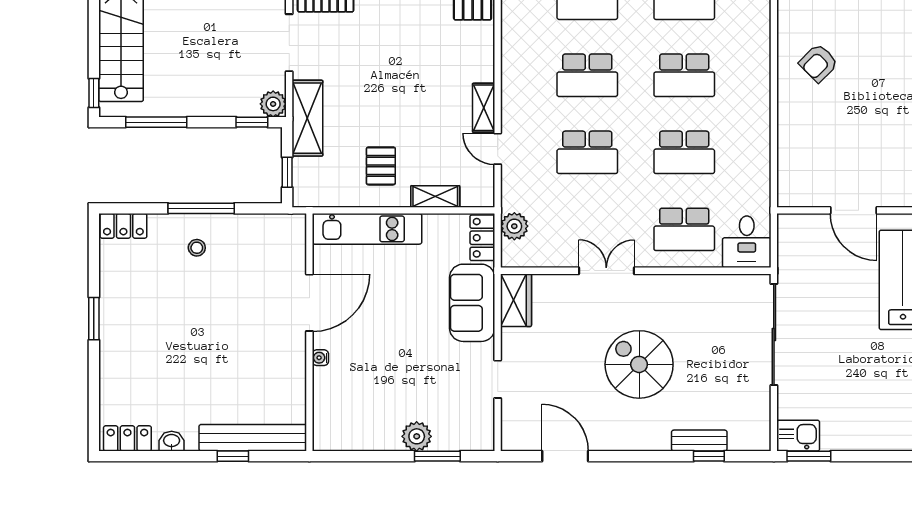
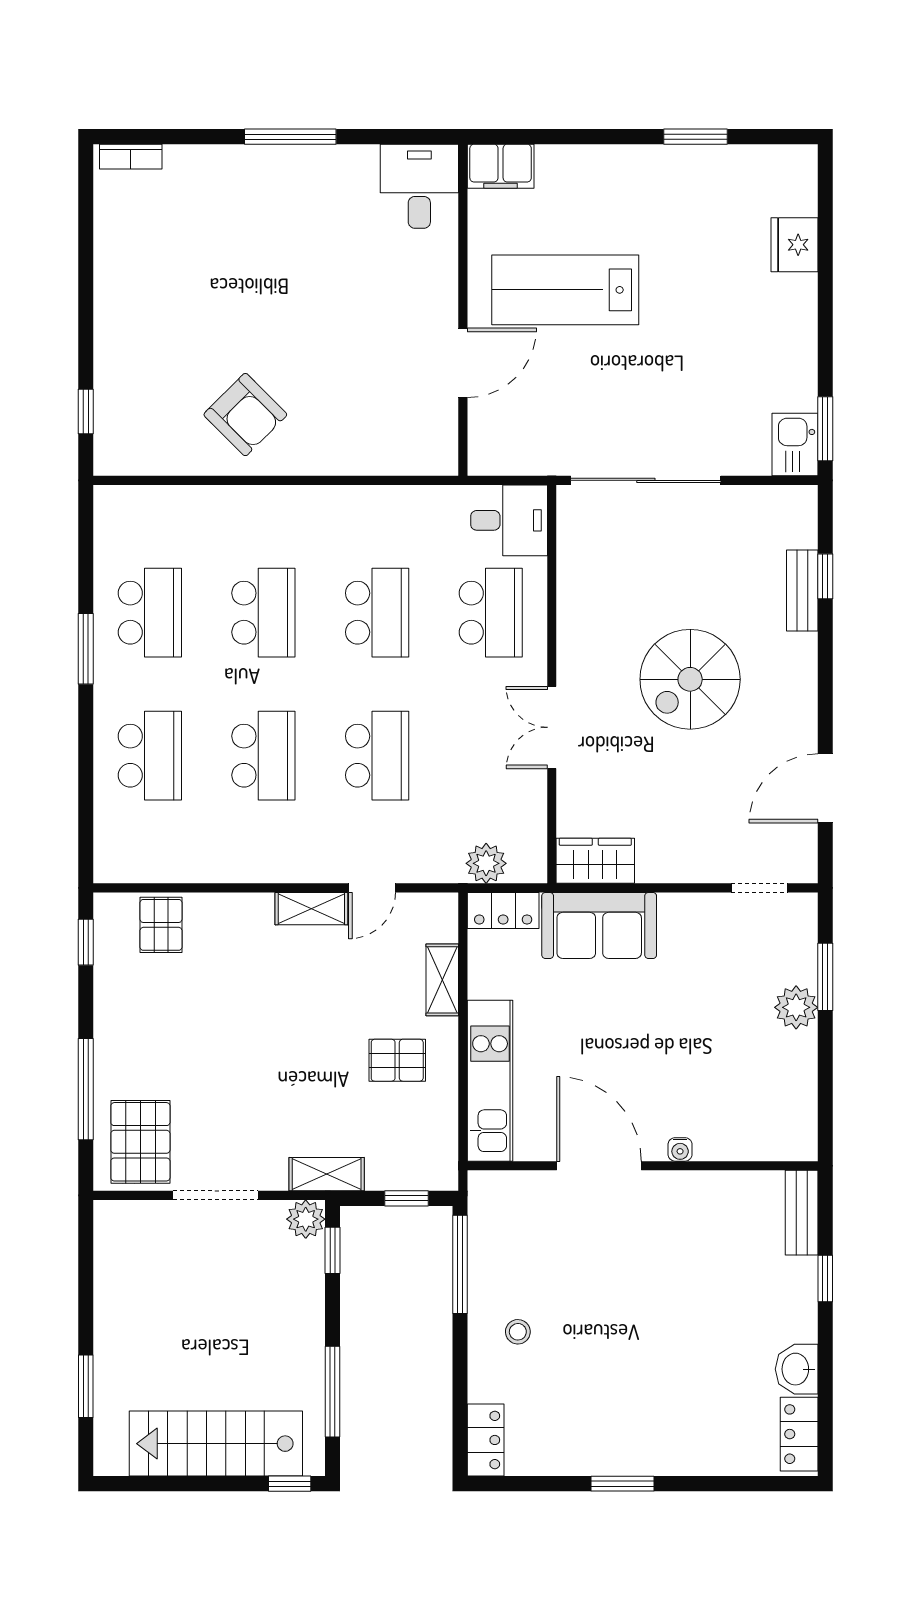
armchair: (818, 63) -> (245, 415), width x1.38, depth x1.38
shelving: (307, 118) -> (327, 1174), width x0.67, depth x0.75
window: (201, 208) -> (460, 1264), moved
doorway: (498, 379) -> (759, 888), moved
bench: (253, 438) -> (802, 1213), width x0.54, depth x0.82
washbasin: (172, 441) -> (797, 1369), width x1.38, depth x1.45

